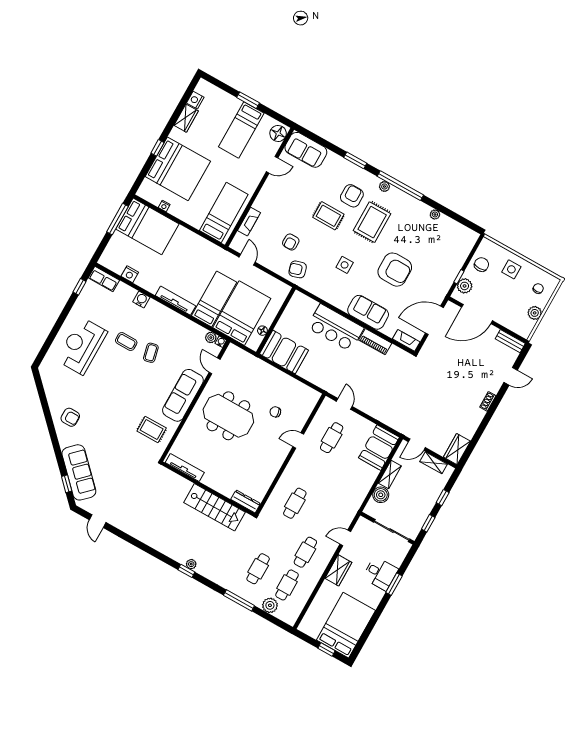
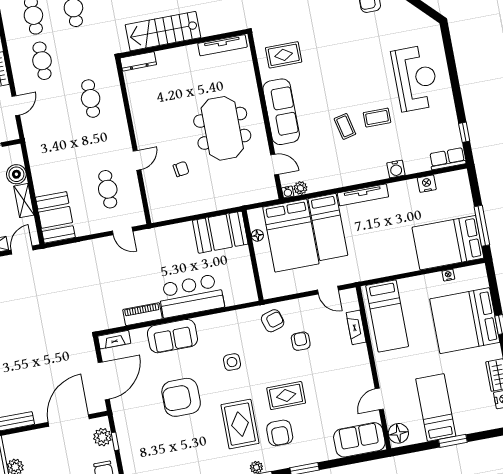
meeting table: (228, 416) -> (222, 128), turned 90

